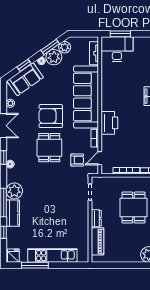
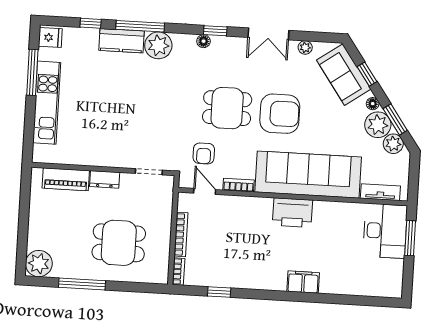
armchair: (51, 116) -> (280, 114), turned 90
printer: (109, 123) -> (292, 213), moved

